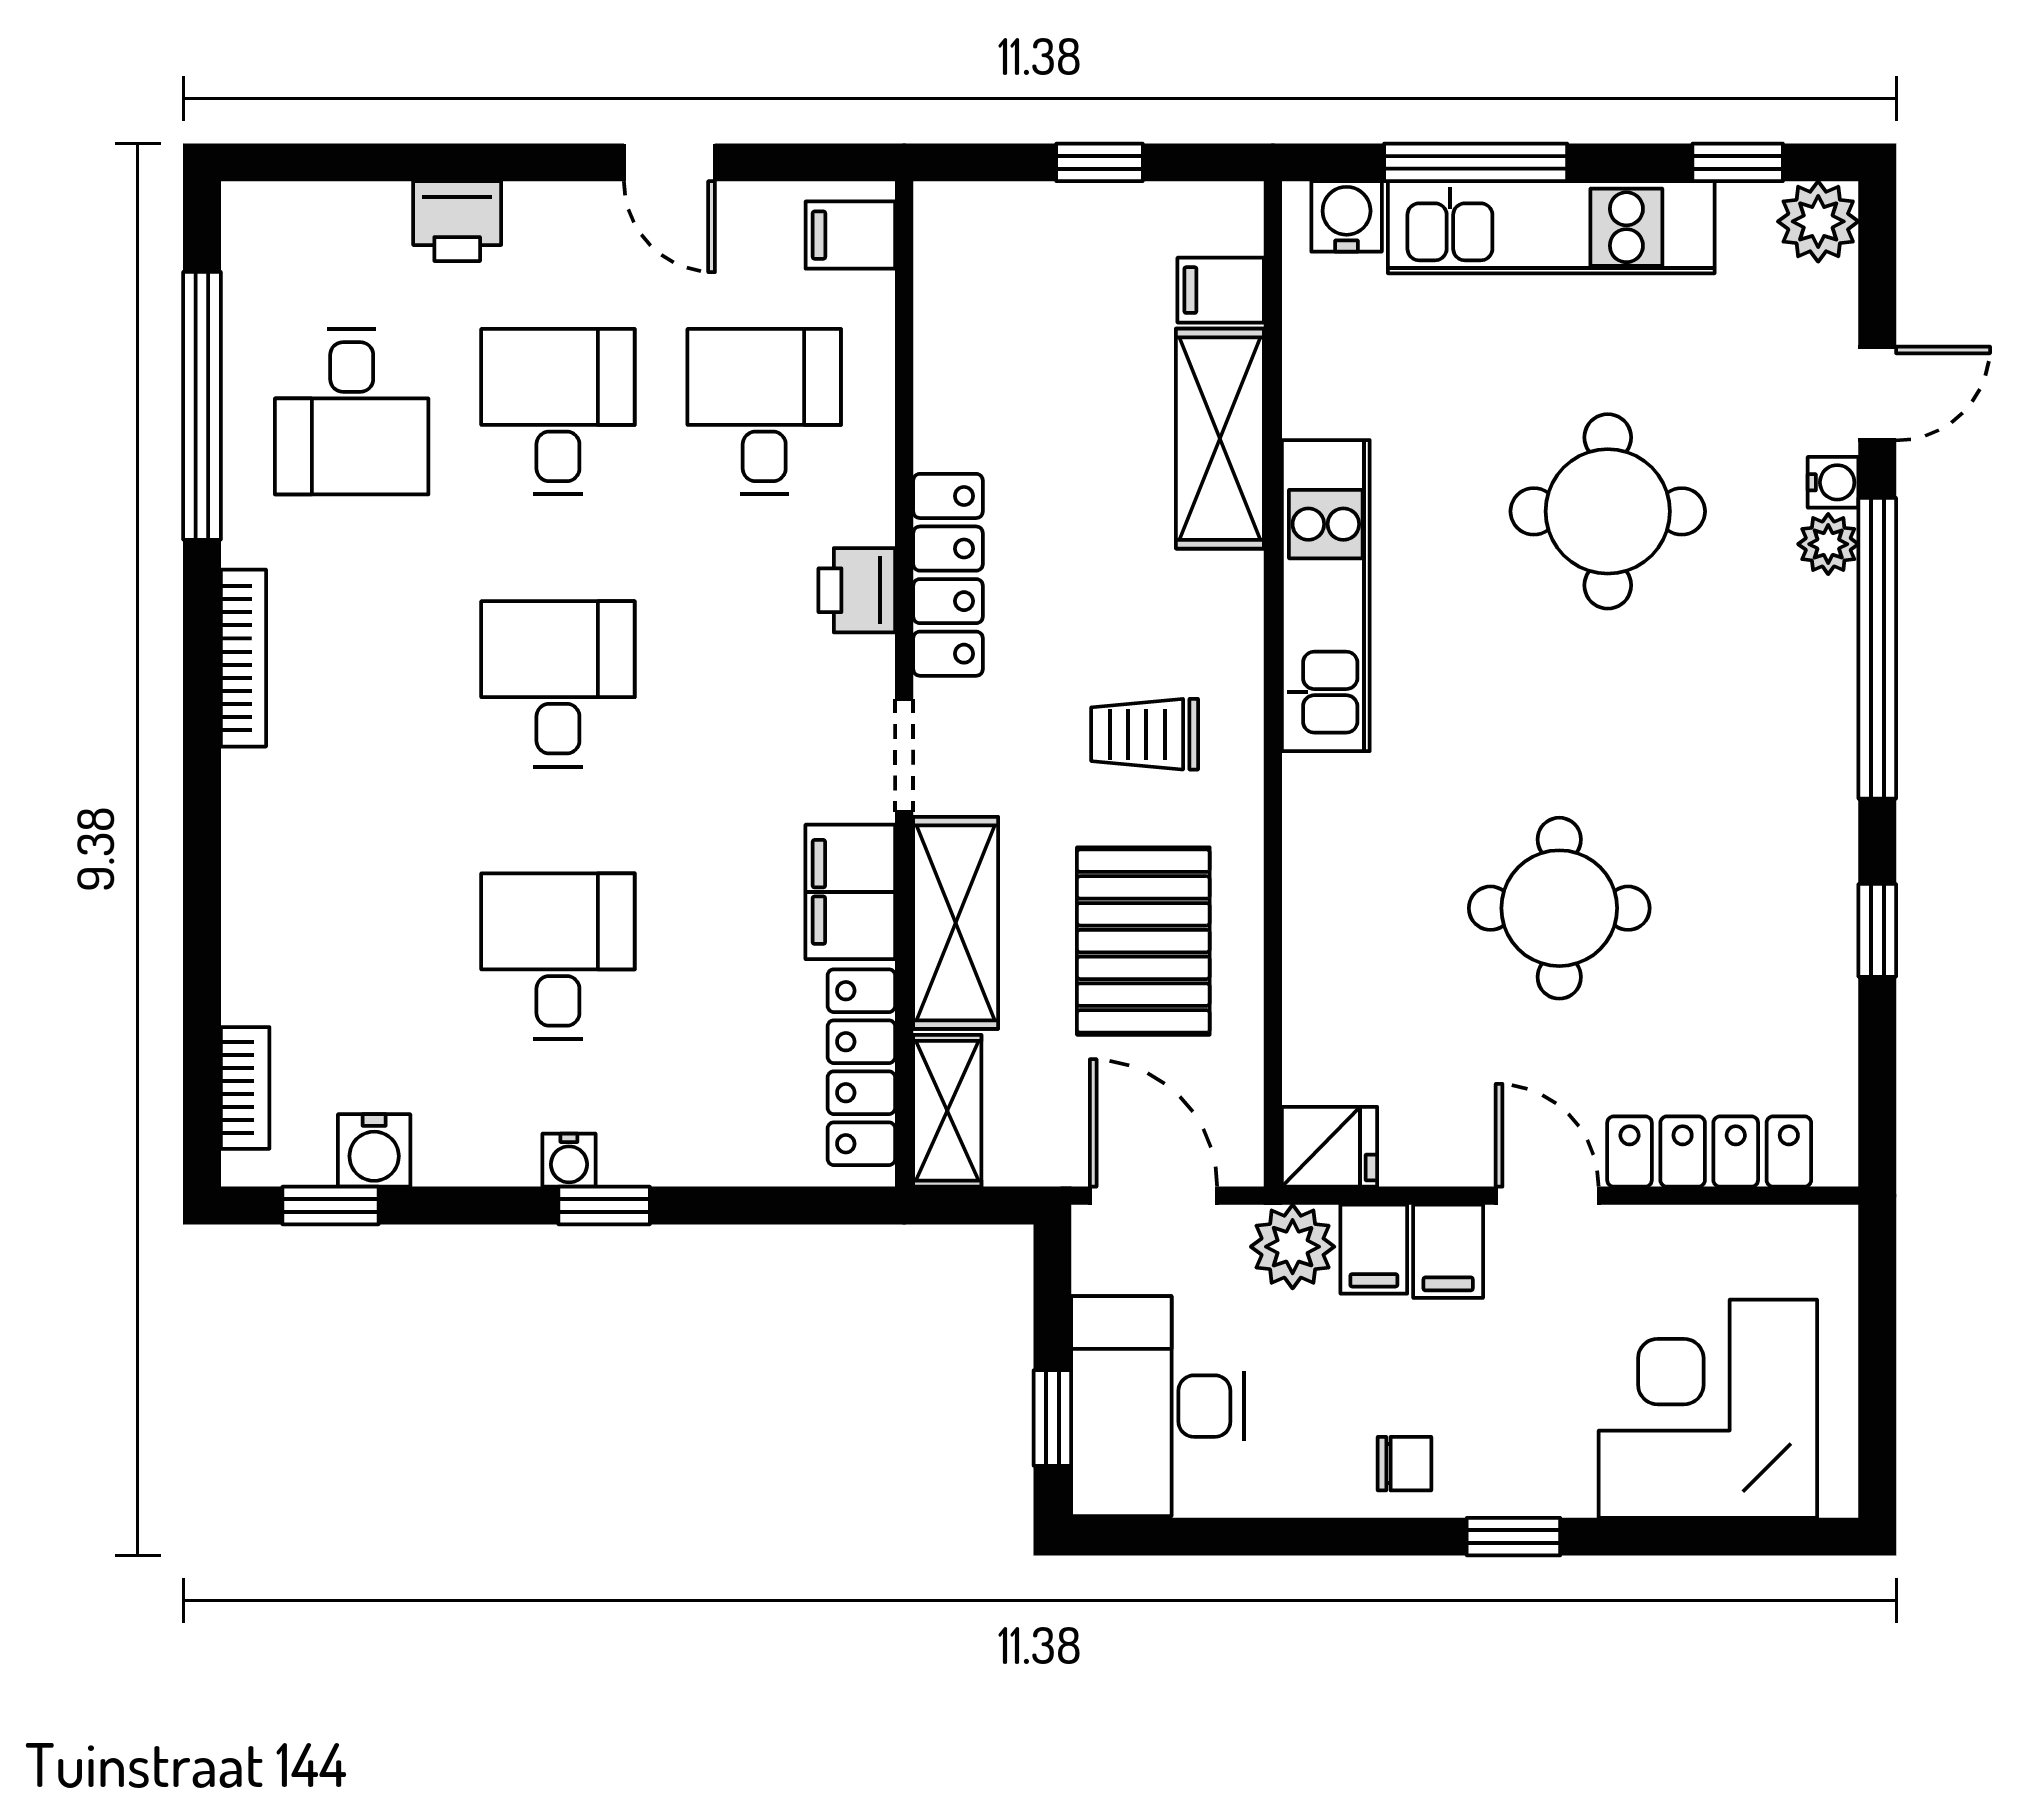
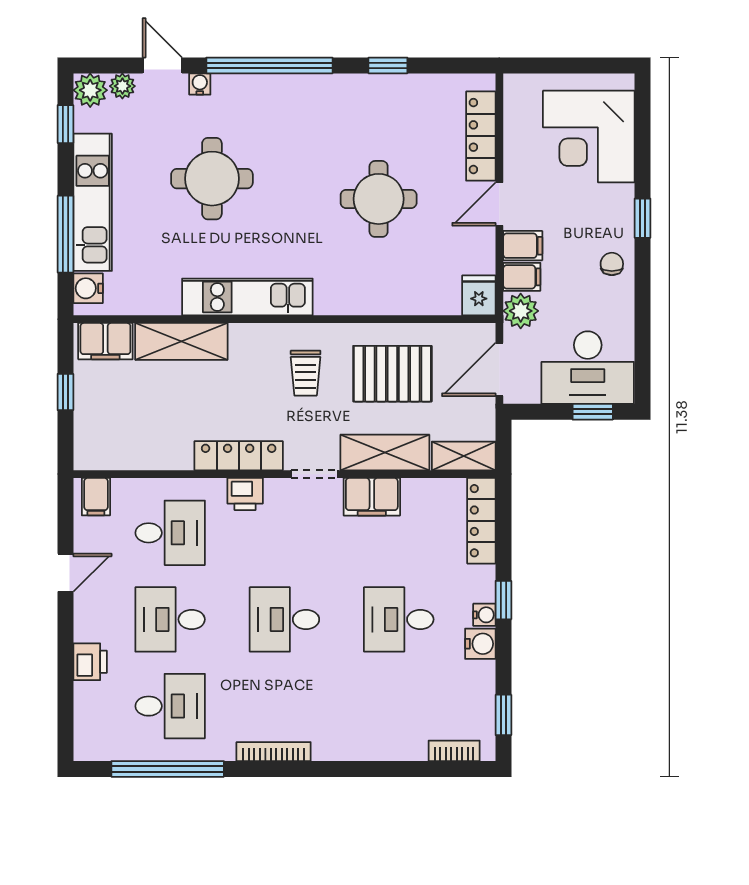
filing cabinet: (1221, 290) -> (105, 341), width x2.00
desk: (764, 412) -> (170, 533), turned 180
plant: (1828, 544) -> (122, 86), moved
locker: (861, 1067) -> (481, 521), moved, turned 90
water cooler: (374, 1150) -> (480, 644), moved

